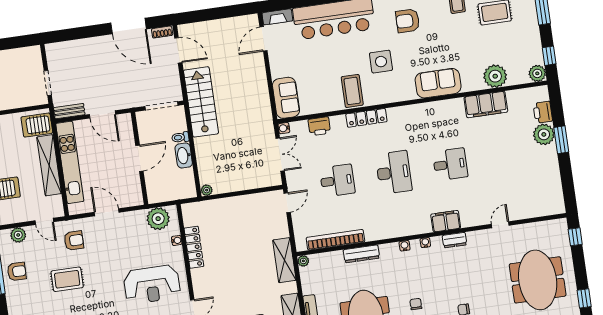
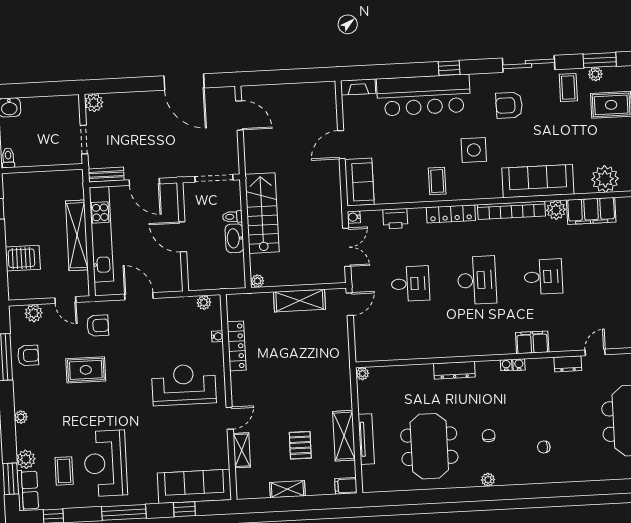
shoe rack: (162, 32) -> (222, 92), removed
door: (263, 39) -> (341, 145), moved
plant: (53, 51) -> (94, 103), added
sofa: (438, 83) -> (538, 181), width x1.36
coffee table: (352, 91) -> (437, 181), width x0.73, depth x0.77
stairs: (201, 102) -> (262, 213), moved
plant: (456, 106) -> (556, 210), added
server rack: (37, 125) -> (67, 187), removed
door: (139, 158) -> (183, 237), swing flipped
plant: (158, 219) -> (204, 302), width x0.53, depth x0.53
bookcase: (335, 240) -> (511, 210), moved, turned 180
dresser: (455, 240) -> (568, 364), moved
water cooler: (405, 246) -> (519, 365), moved
dresser: (361, 254) -> (454, 370), moved
shelving: (284, 260) -> (300, 301), moved, turned 90
reception desk: (152, 284) -> (184, 385), turned 180

